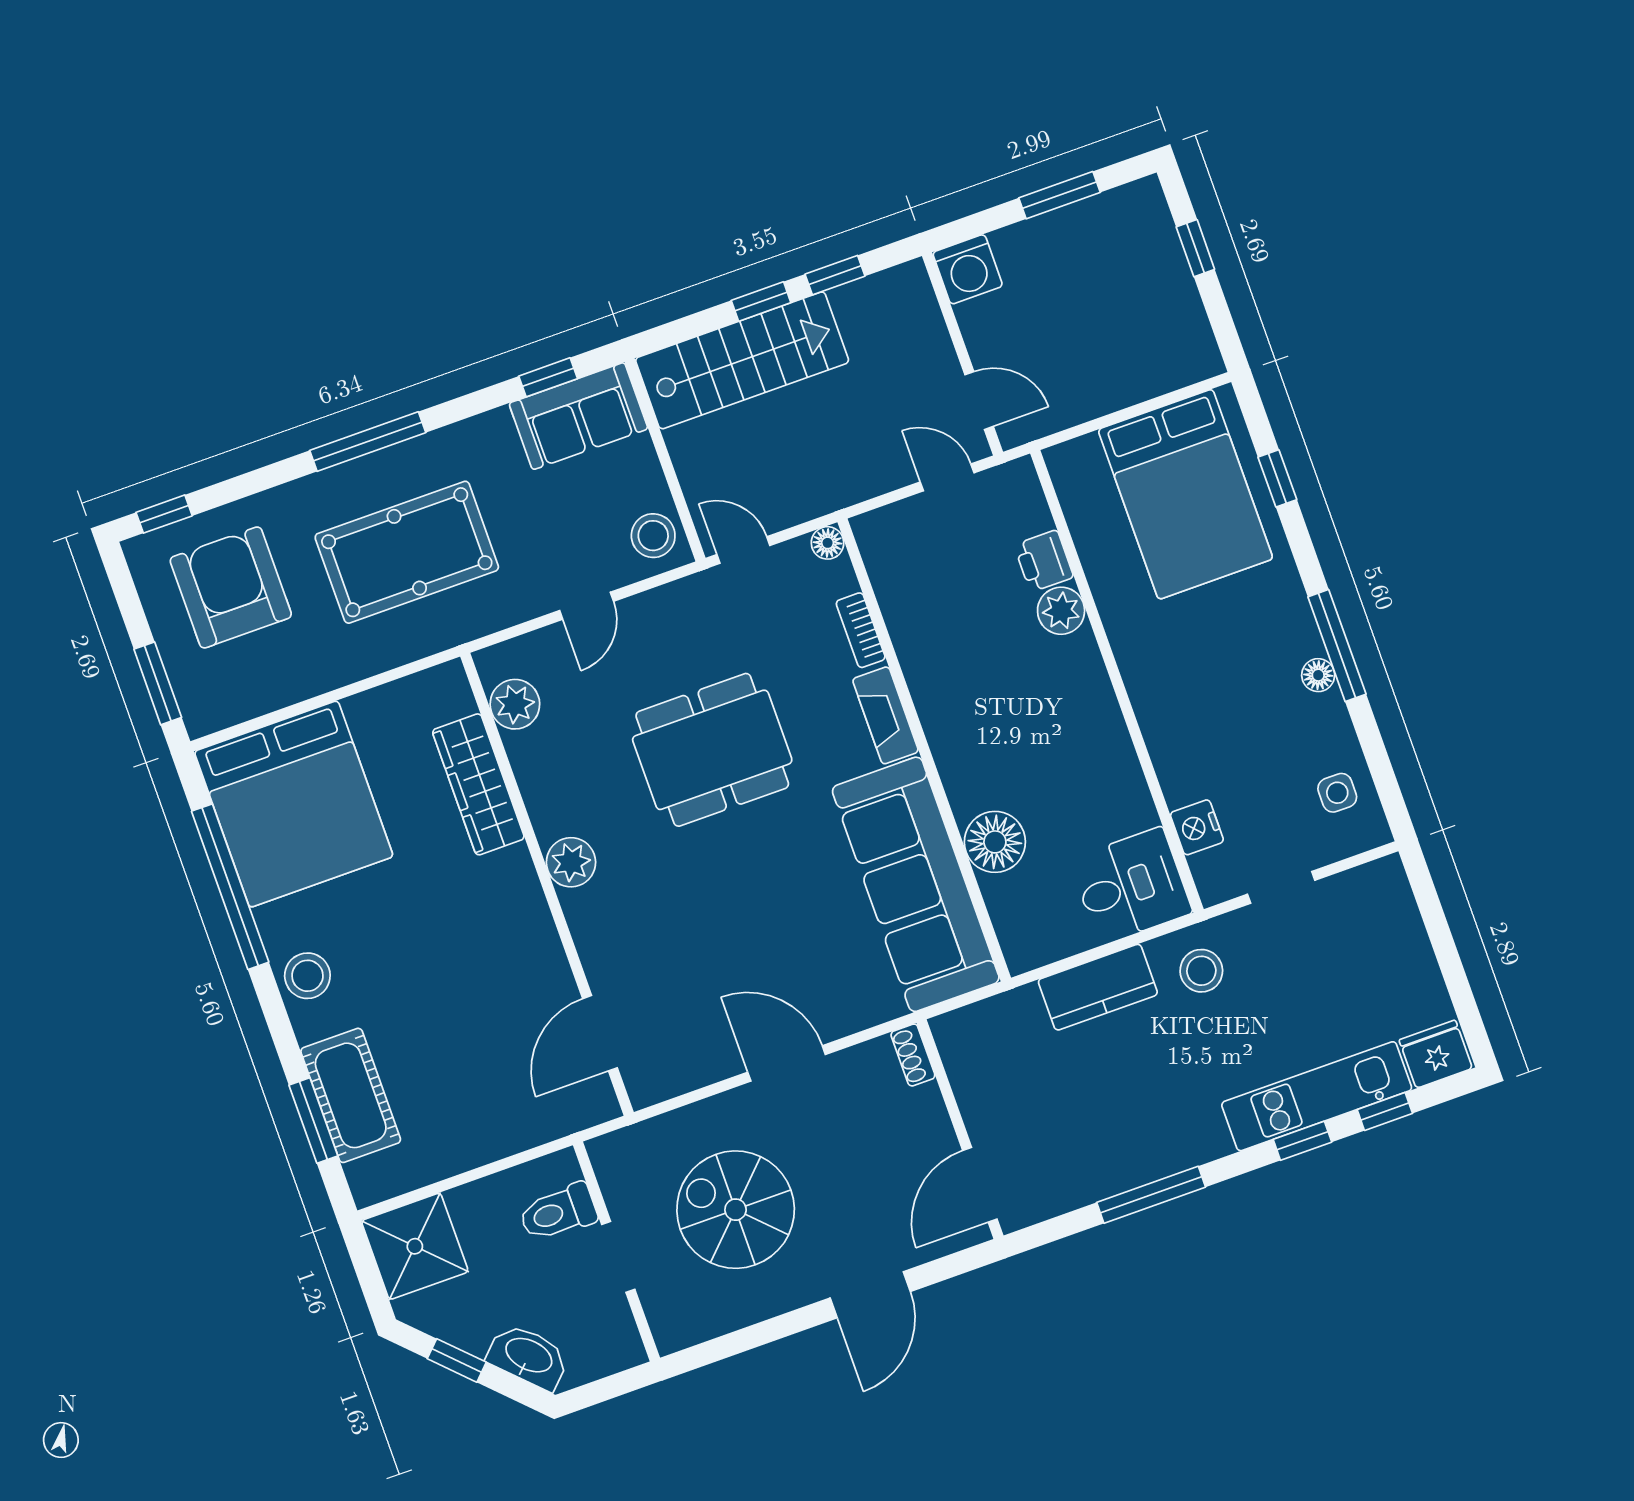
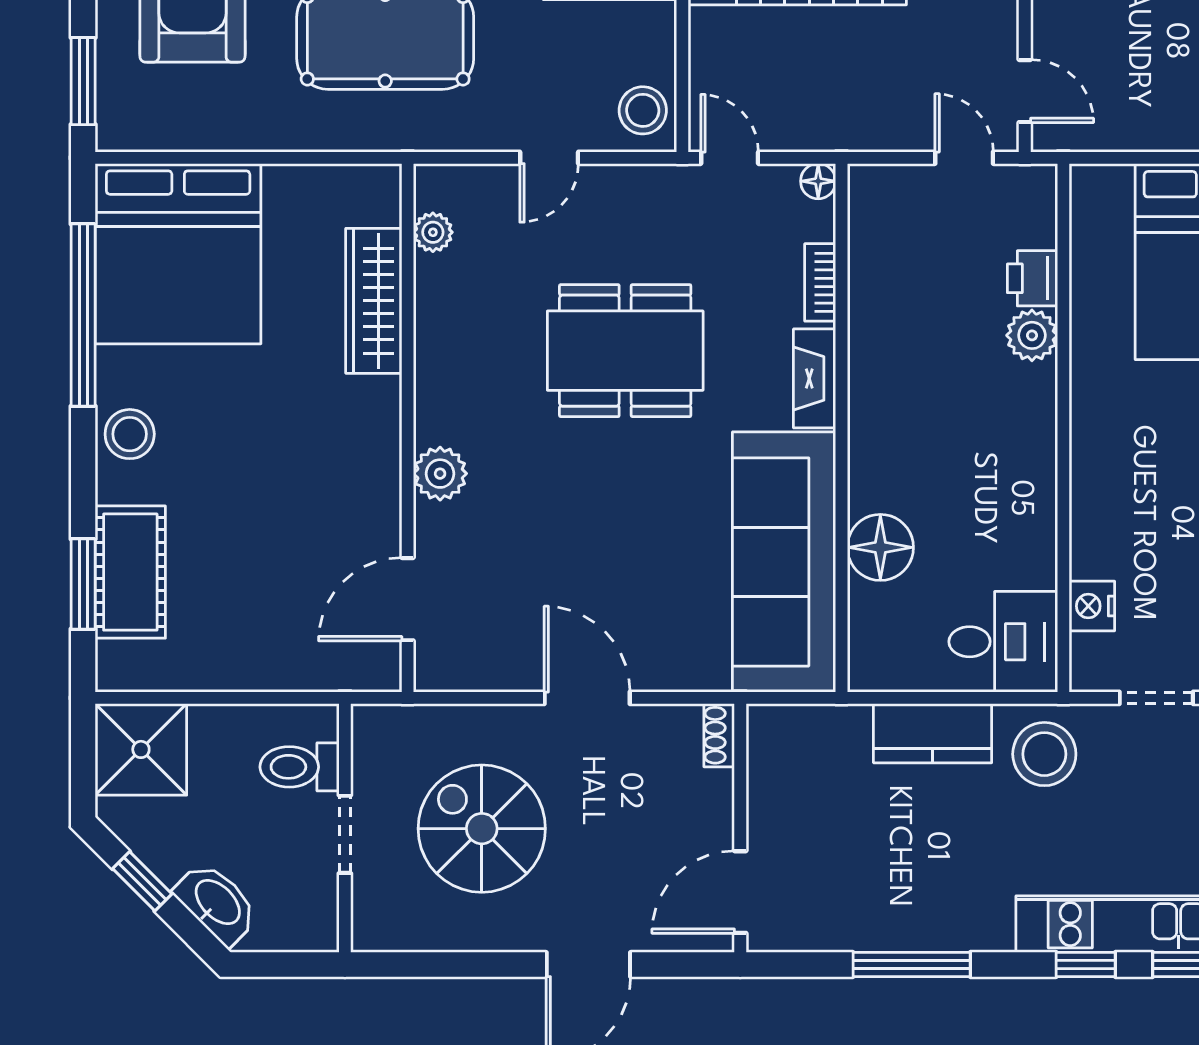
plant: (515, 704) -> (433, 232), width x0.73, depth x0.73
plant: (571, 862) -> (440, 474), moved
stool: (1201, 971) -> (1044, 754), width x1.38, depth x1.38

